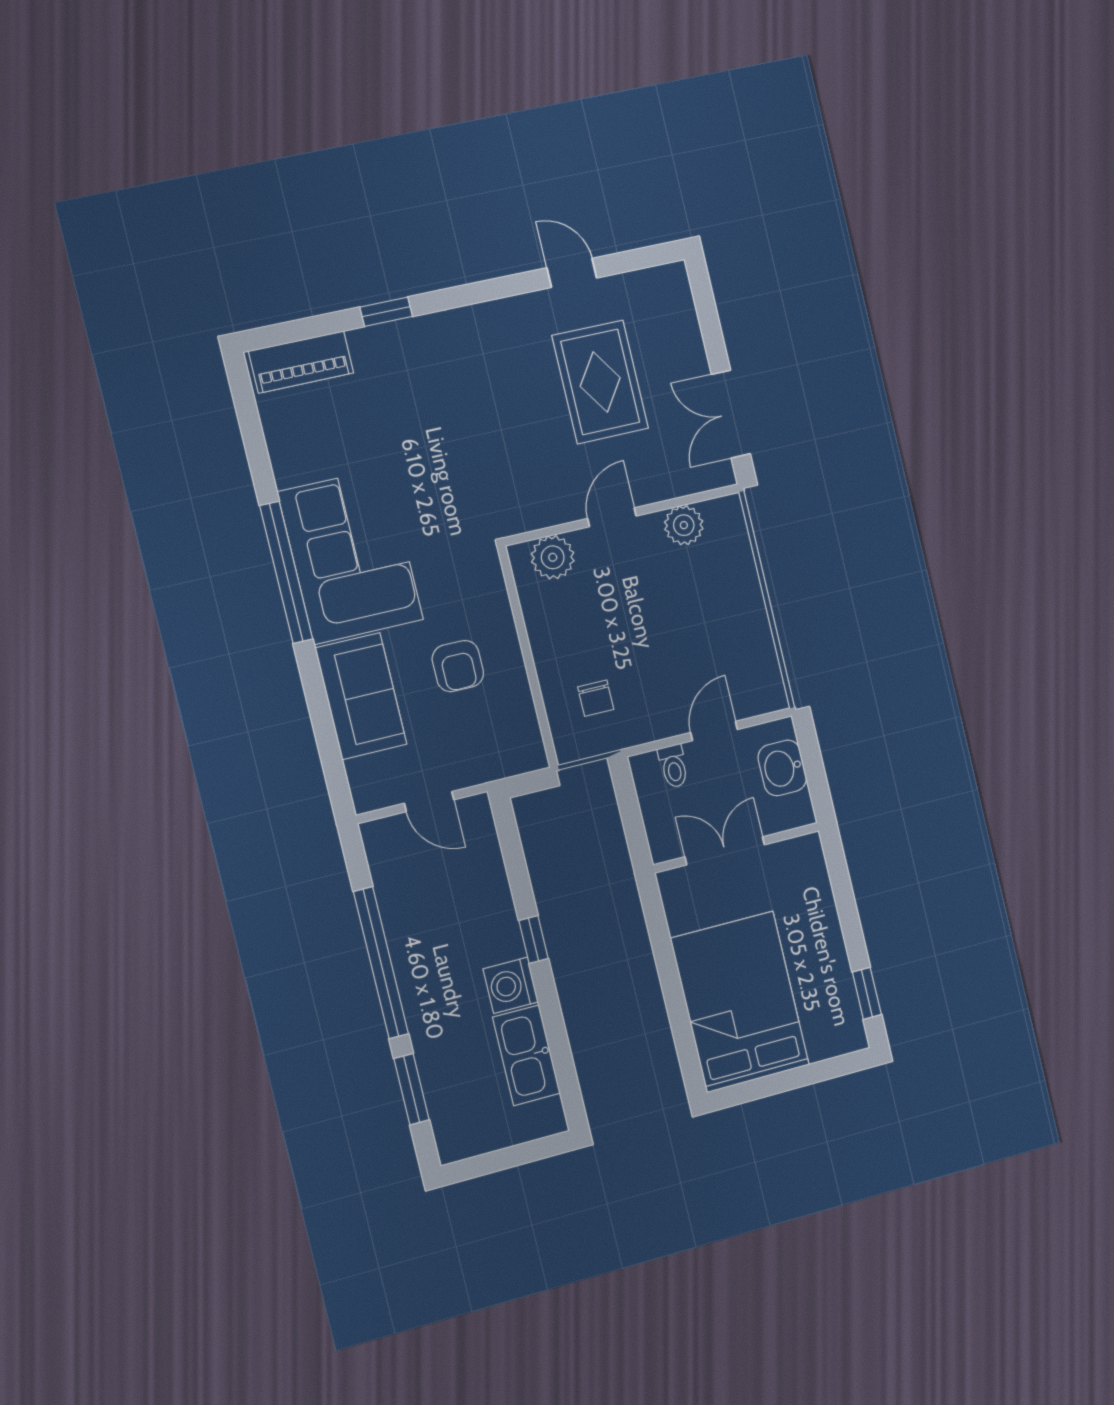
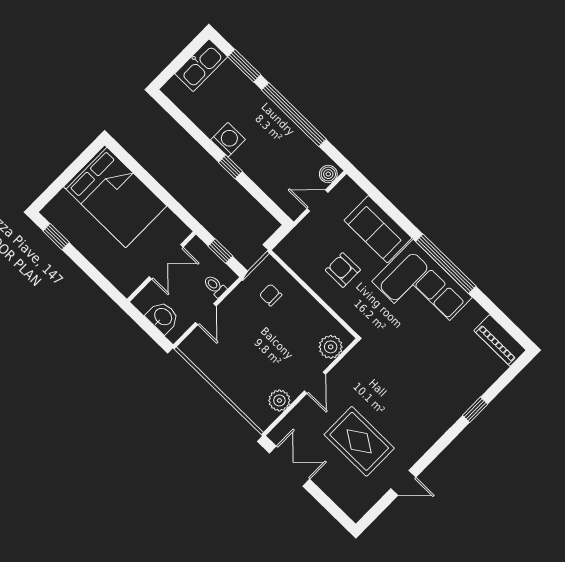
piano: (301, 362) -> (500, 340), moved, turned -90
window: (631, 816) -> (220, 251), added
boiler: (385, 833) -> (328, 174), added
kitchen sink: (526, 1055) -> (201, 65), moved, turned 90

